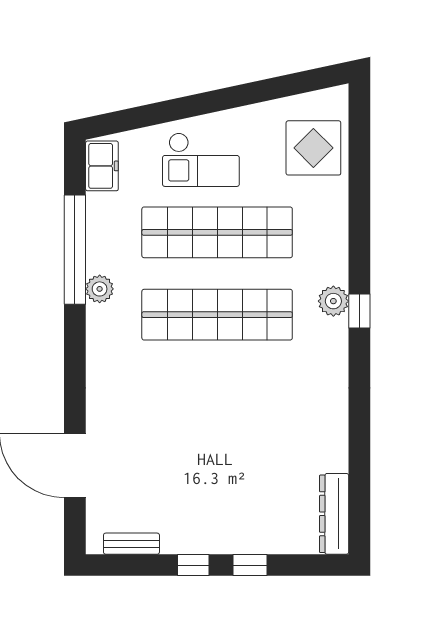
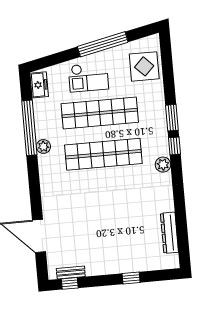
window: (235, 97) -> (103, 44), added
window: (359, 255) -> (172, 118), added
plant: (333, 301) -> (163, 165), moved
dresser: (334, 514) -> (169, 233), moved
window: (193, 565) -> (70, 283), moved

